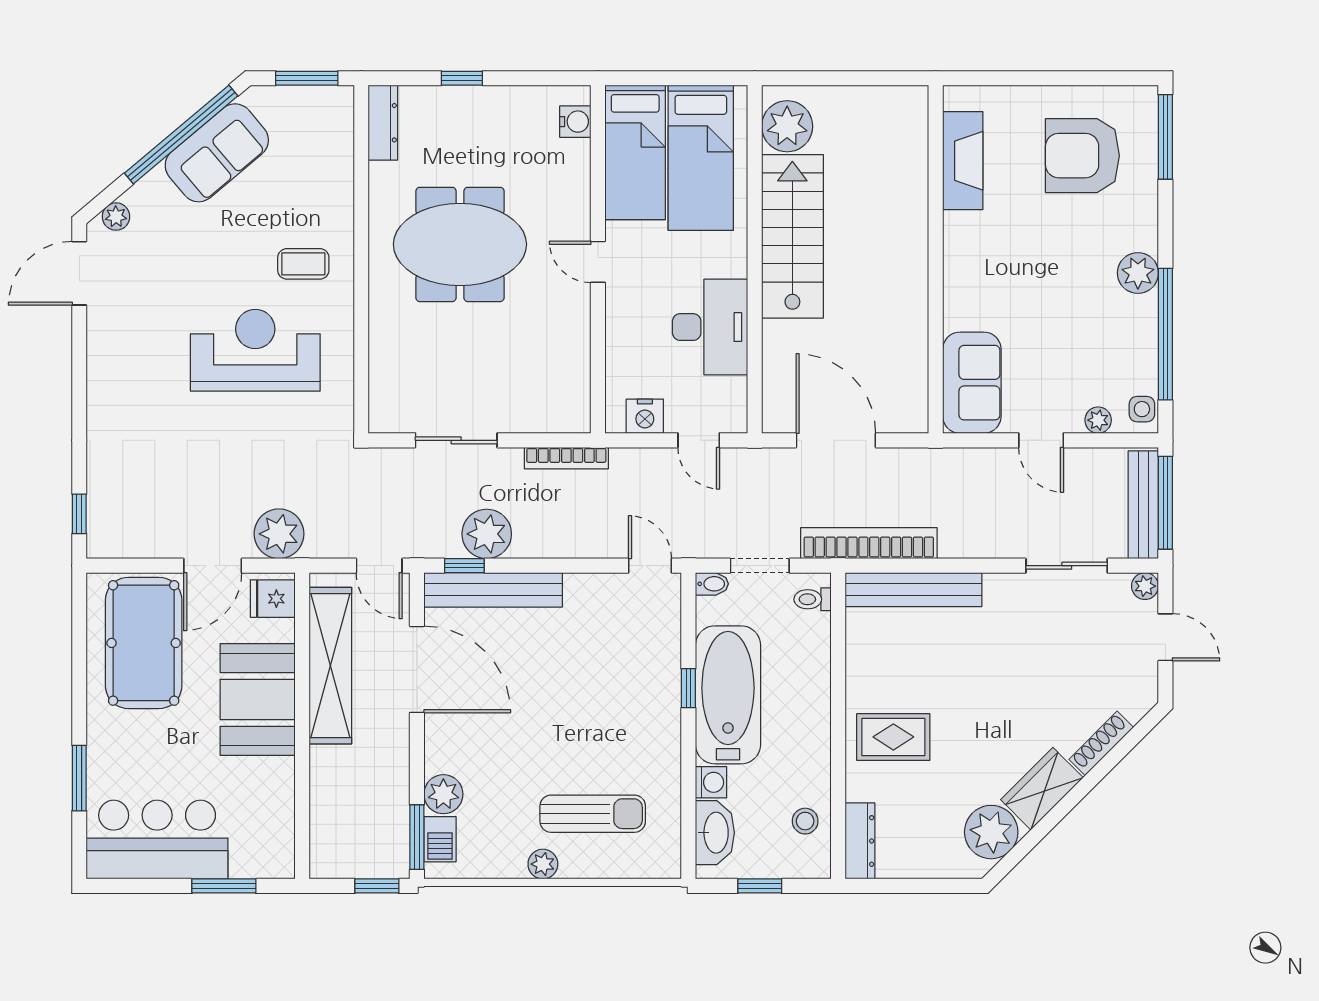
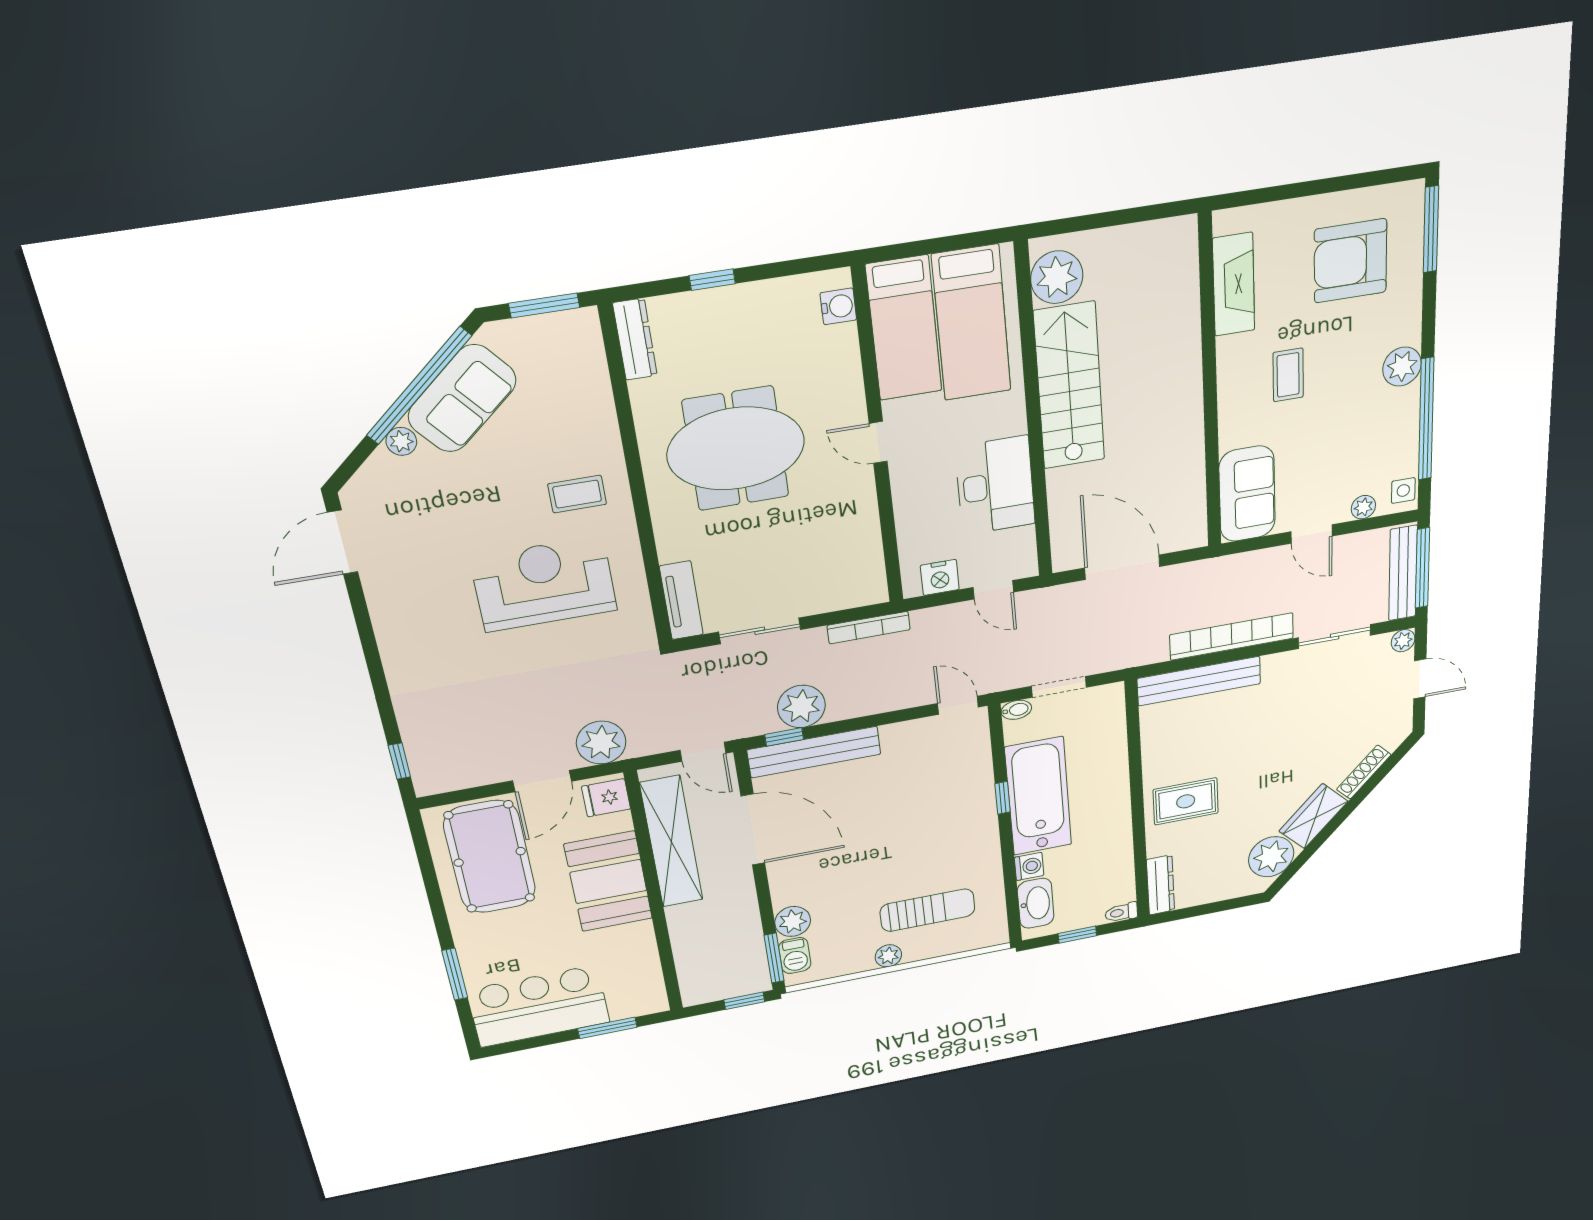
plant: (116, 217) -> (401, 441), moved
coffee table: (1017, 262) -> (1288, 375), added
tv unit: (384, 392) -> (681, 600), added
bookcase: (869, 543) -> (1232, 636), moved
toilet: (813, 599) -> (1121, 912), moved
stool: (805, 821) -> (1113, 880), removed

